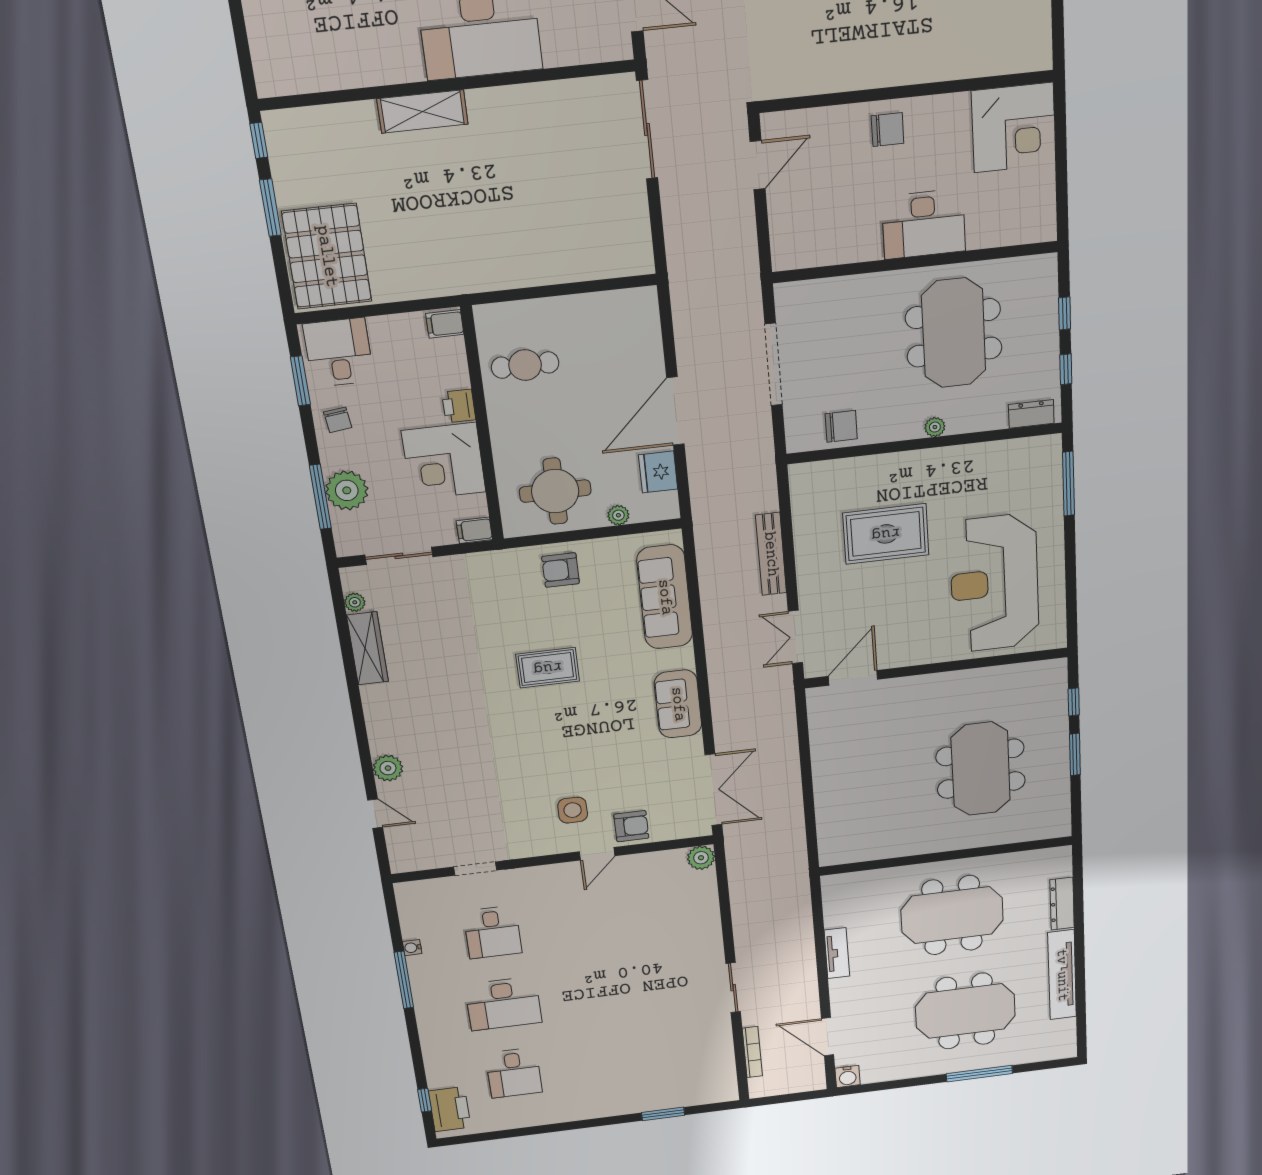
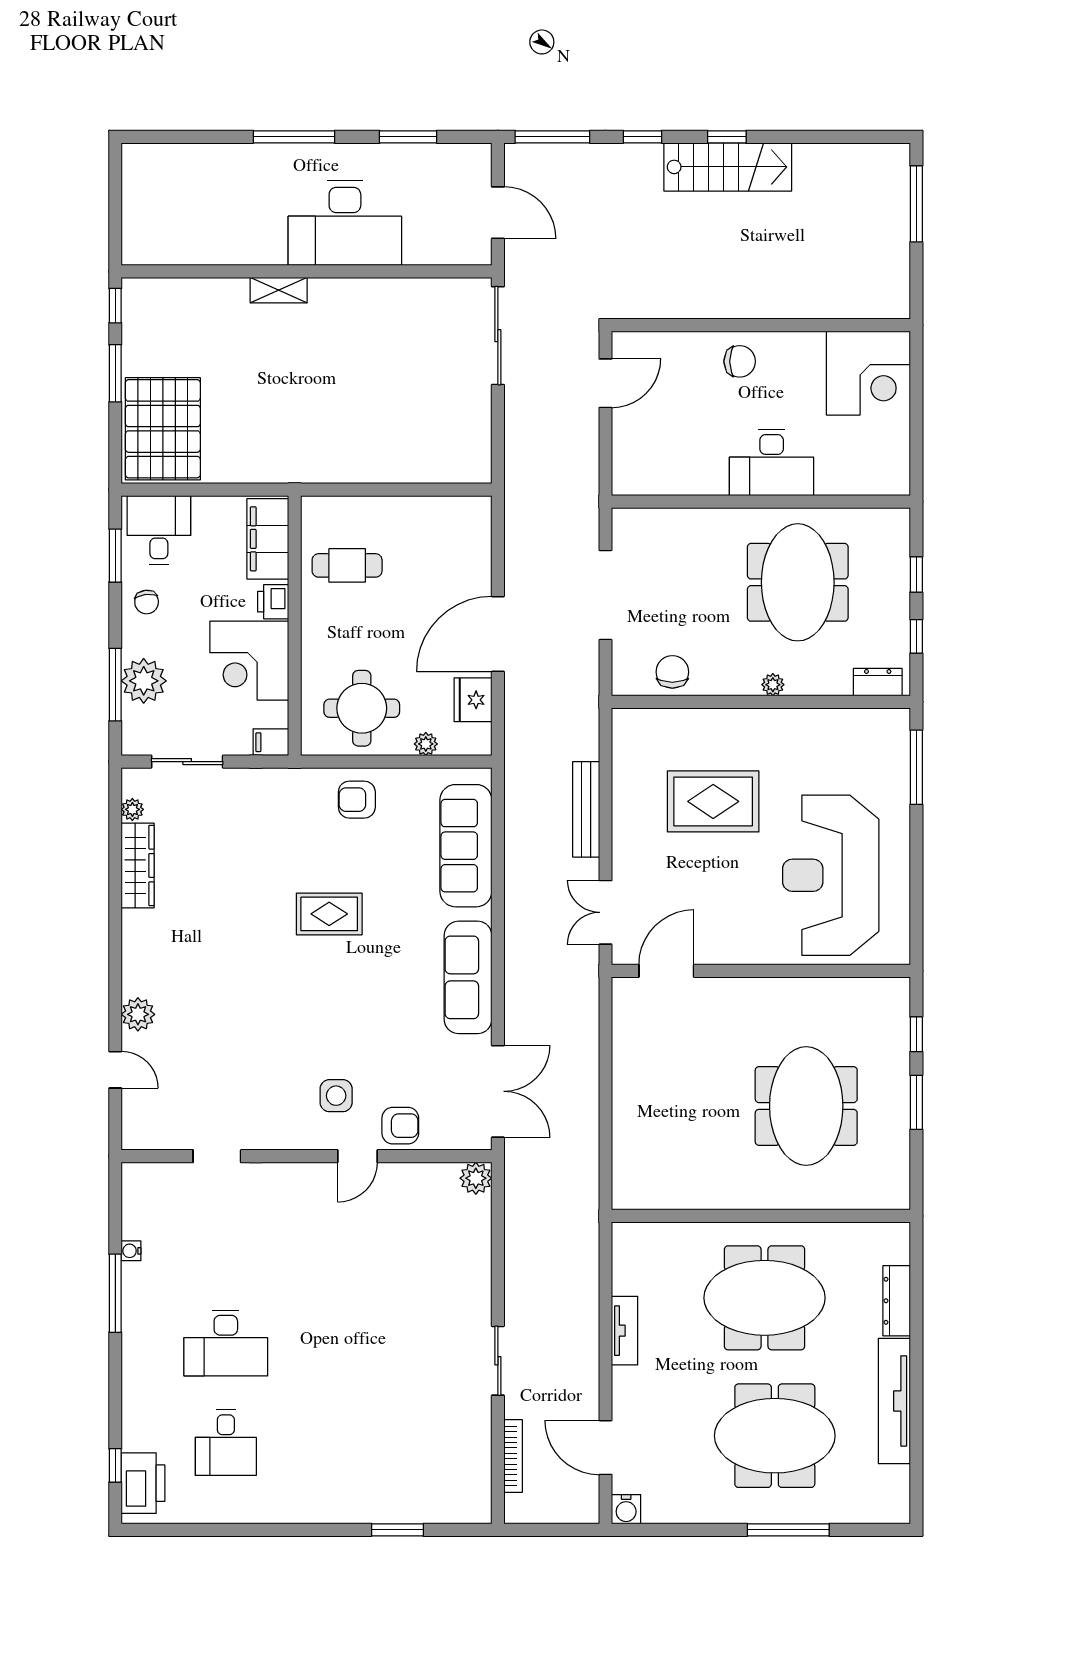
shelving: (422, 112) -> (279, 290), width x0.67, depth x0.75
filing cabinet: (445, 324) -> (268, 539), width x3.00, depth x1.17
chair: (841, 426) -> (672, 672), turned -90
sofa: (678, 704) -> (468, 977), width x1.36
desk: (493, 932) -> (226, 1243), removed

